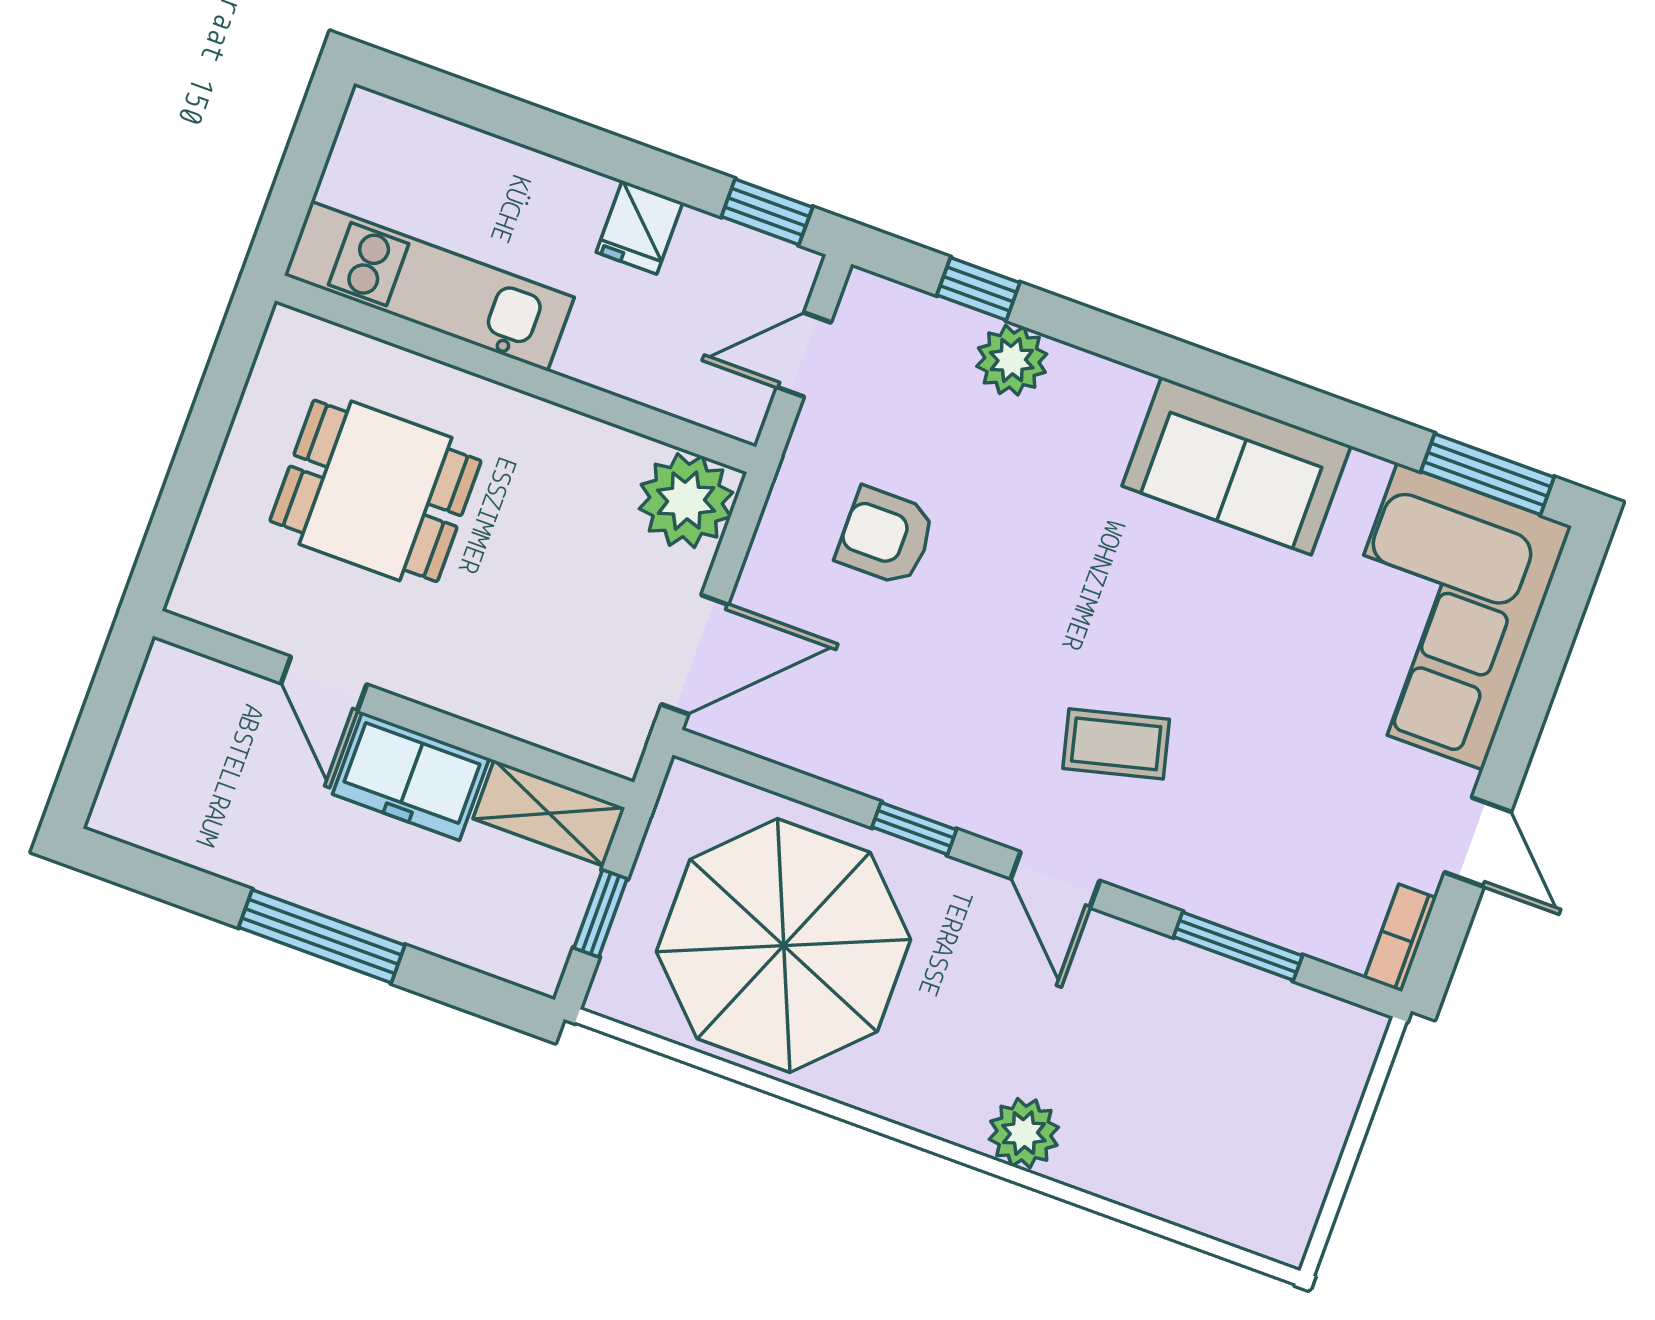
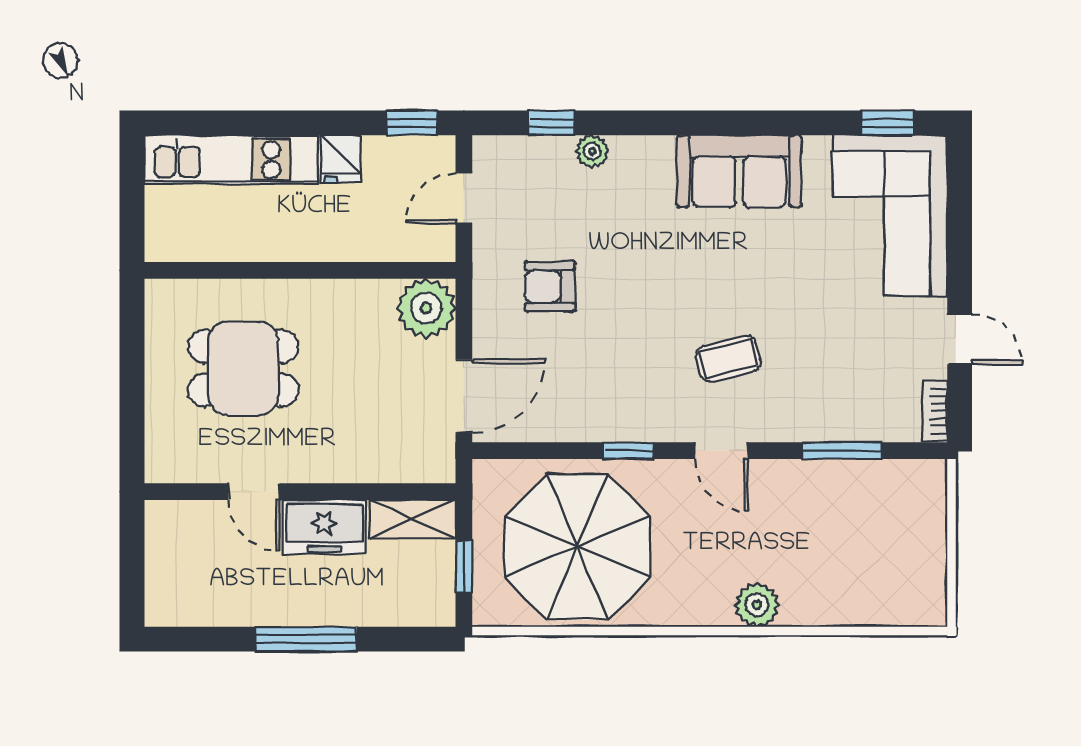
kitchen unit: (429, 286) -> (231, 160), moved, turned 180
plant: (1012, 360) -> (592, 151), width x0.73, depth x0.73
window: (1488, 474) -> (887, 123), width x0.67

